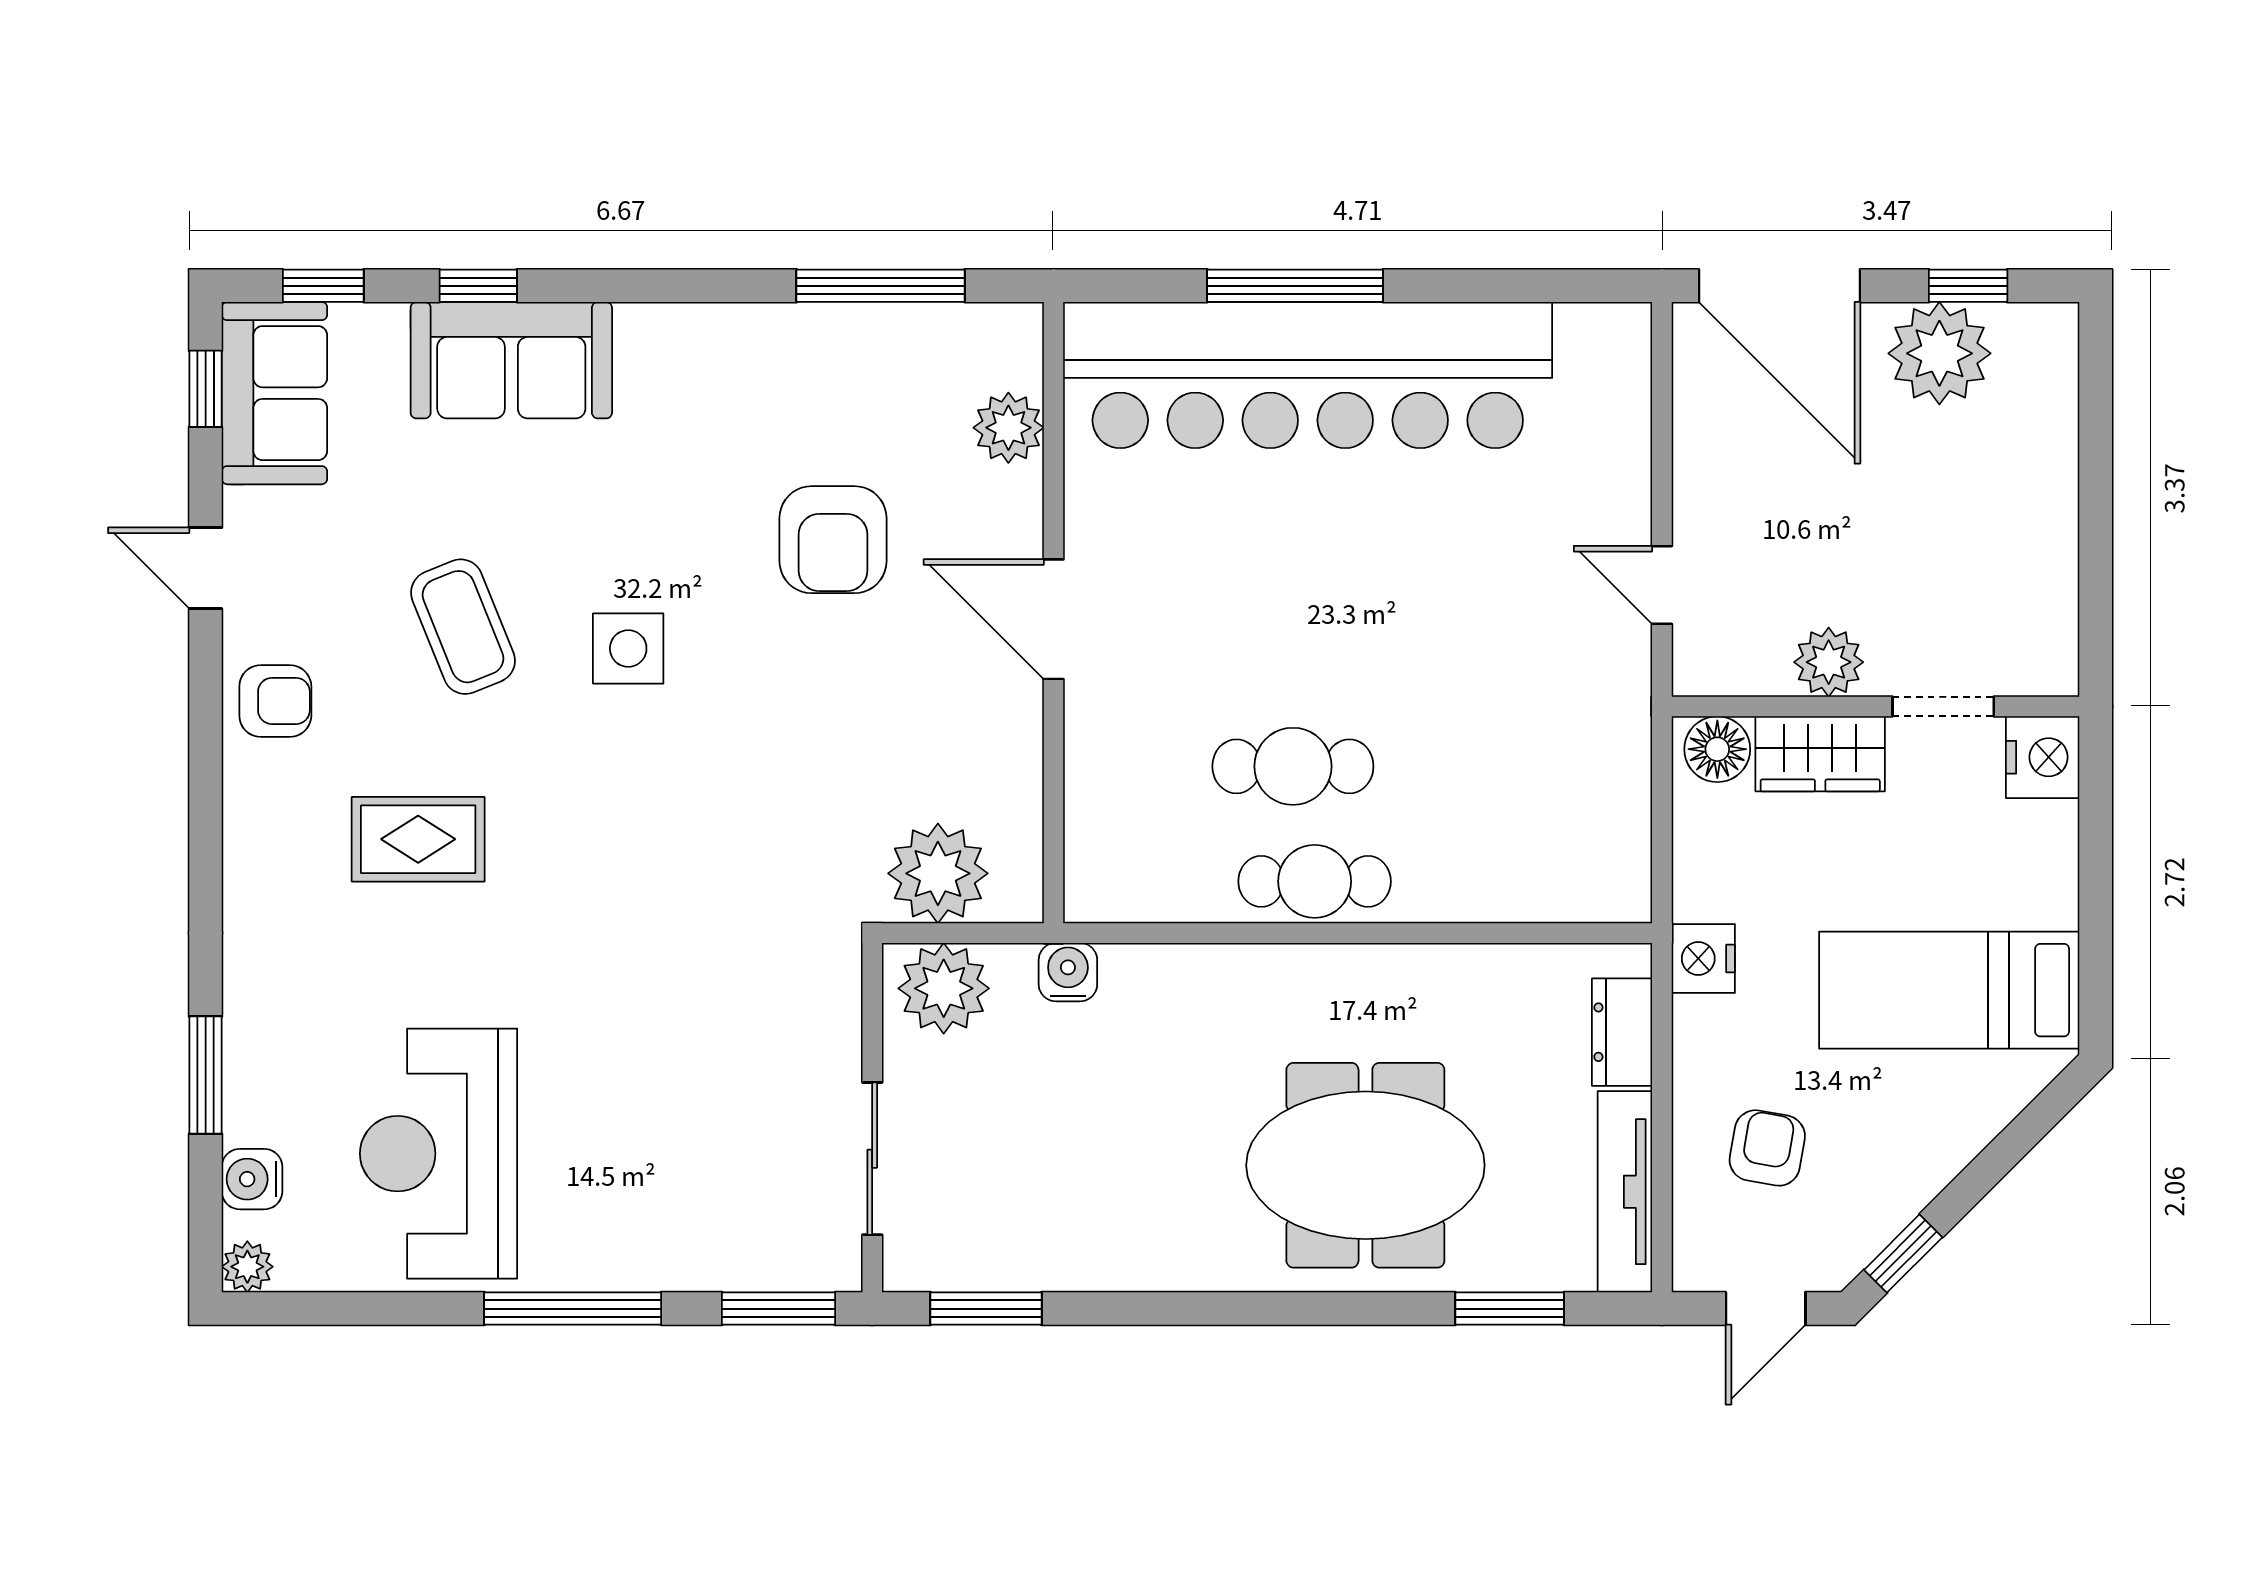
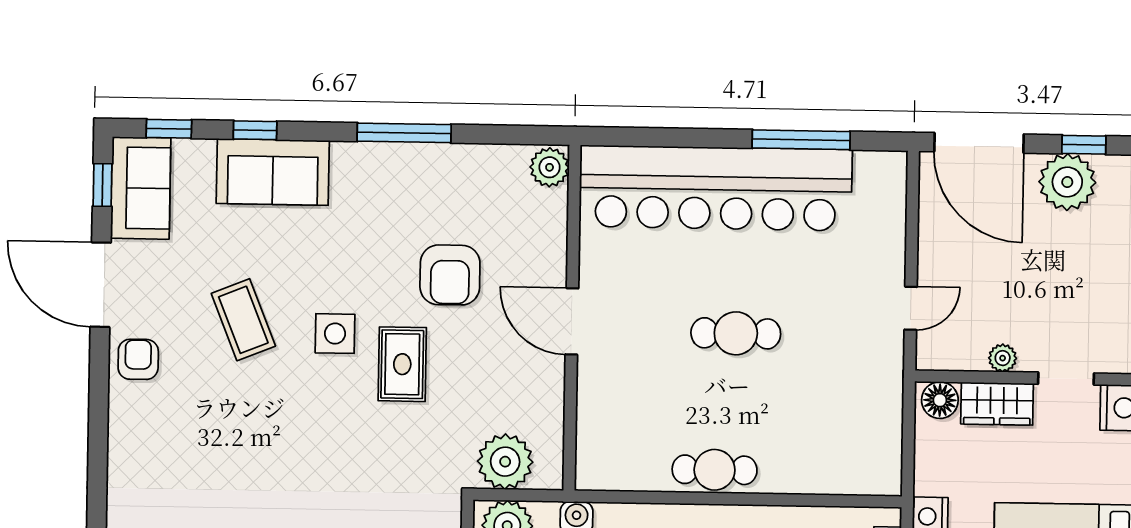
window: (881, 286) -> (404, 133), moved
window: (1295, 286) -> (801, 140), moved
plant: (1008, 428) -> (550, 167), moved
door: (206, 568) -> (101, 285), width x1.88
door: (1662, 585) -> (911, 308), swing flipped
plant: (1829, 662) -> (1003, 358), width x0.73, depth x0.73
armchair: (275, 701) -> (138, 359), turned -90
cafe table: (1293, 766) -> (736, 333), moved
rug: (418, 839) -> (402, 364), moved, turned 90

